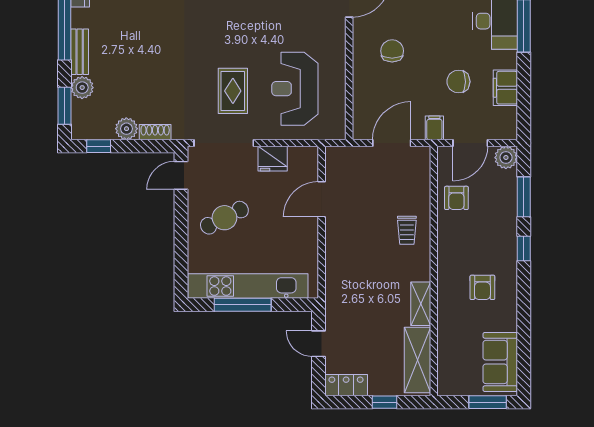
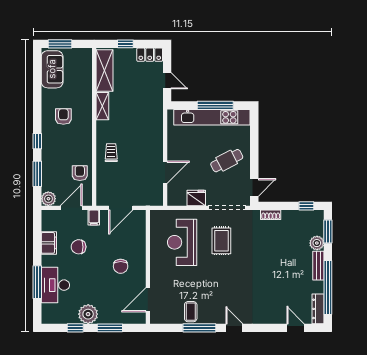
chair: (458, 82) -> (79, 247), turned 180
reception desk: (295, 89) -> (182, 242), turned 180
plant: (126, 129) -> (289, 217), removed

